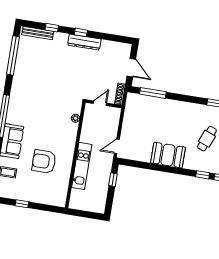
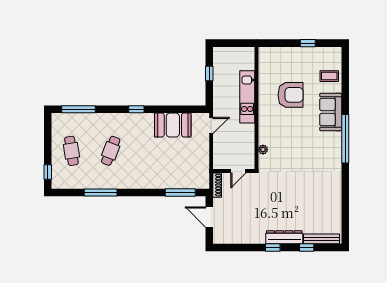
dresser: (84, 42) -> (284, 237), moved
window: (13, 55) -> (345, 209), removed
booth: (168, 155) -> (173, 125), moved
window: (203, 175) -> (136, 109), moved
window: (113, 180) -> (209, 74), moved

